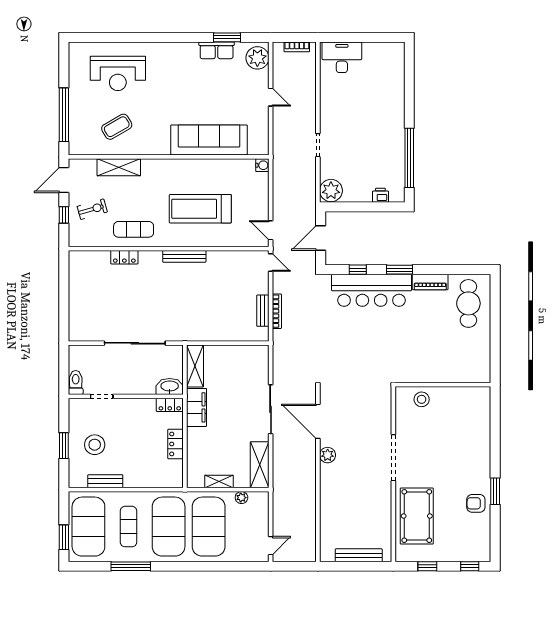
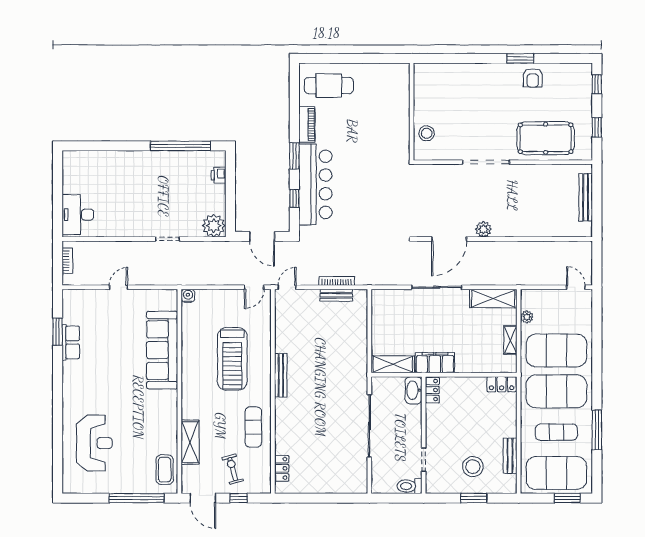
plant: (257, 58) -> (78, 301), removed
coffee table: (117, 127) -> (165, 470), moved, turned 30
locker: (124, 257) -> (282, 468), moved
locker: (175, 444) -> (502, 384), moved

